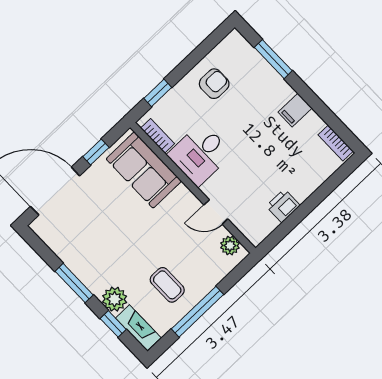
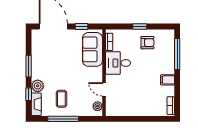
window: (273, 59) -> (177, 54), width x1.44
window: (158, 93) -> (140, 27), moved
printer: (283, 206) -> (130, 110), removed

